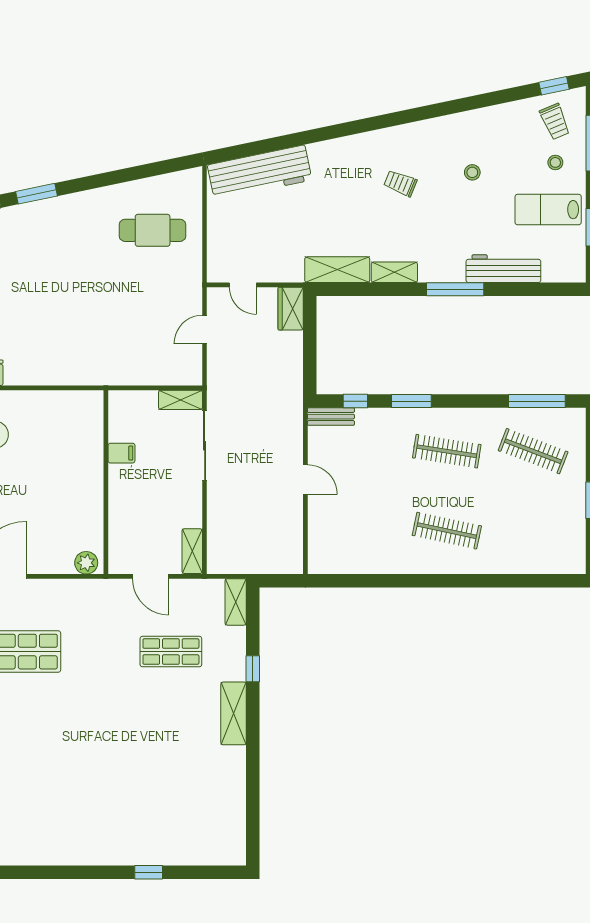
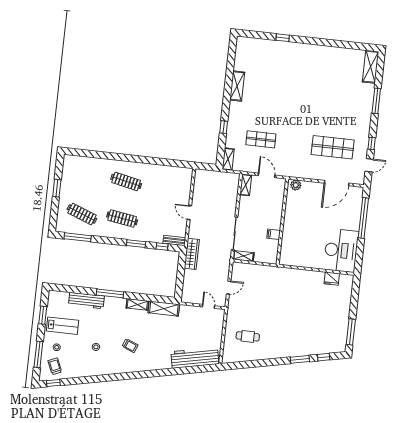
cafe table: (153, 230) -> (248, 336), width x0.73, depth x0.74
wardrobe: (291, 309) -> (192, 254), moved, width x1.50
shelving: (234, 713) -> (237, 86), moved

